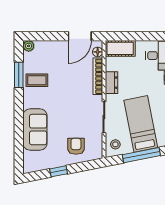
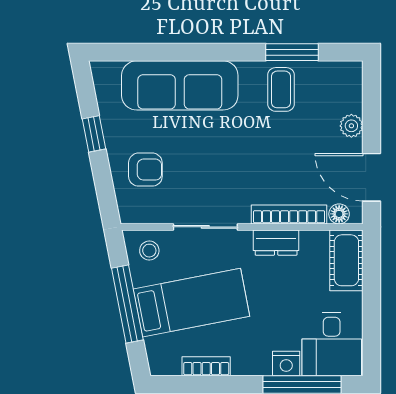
plant: (29, 46) -> (351, 126), moved
sofa: (35, 130) -> (180, 85), width x1.36

